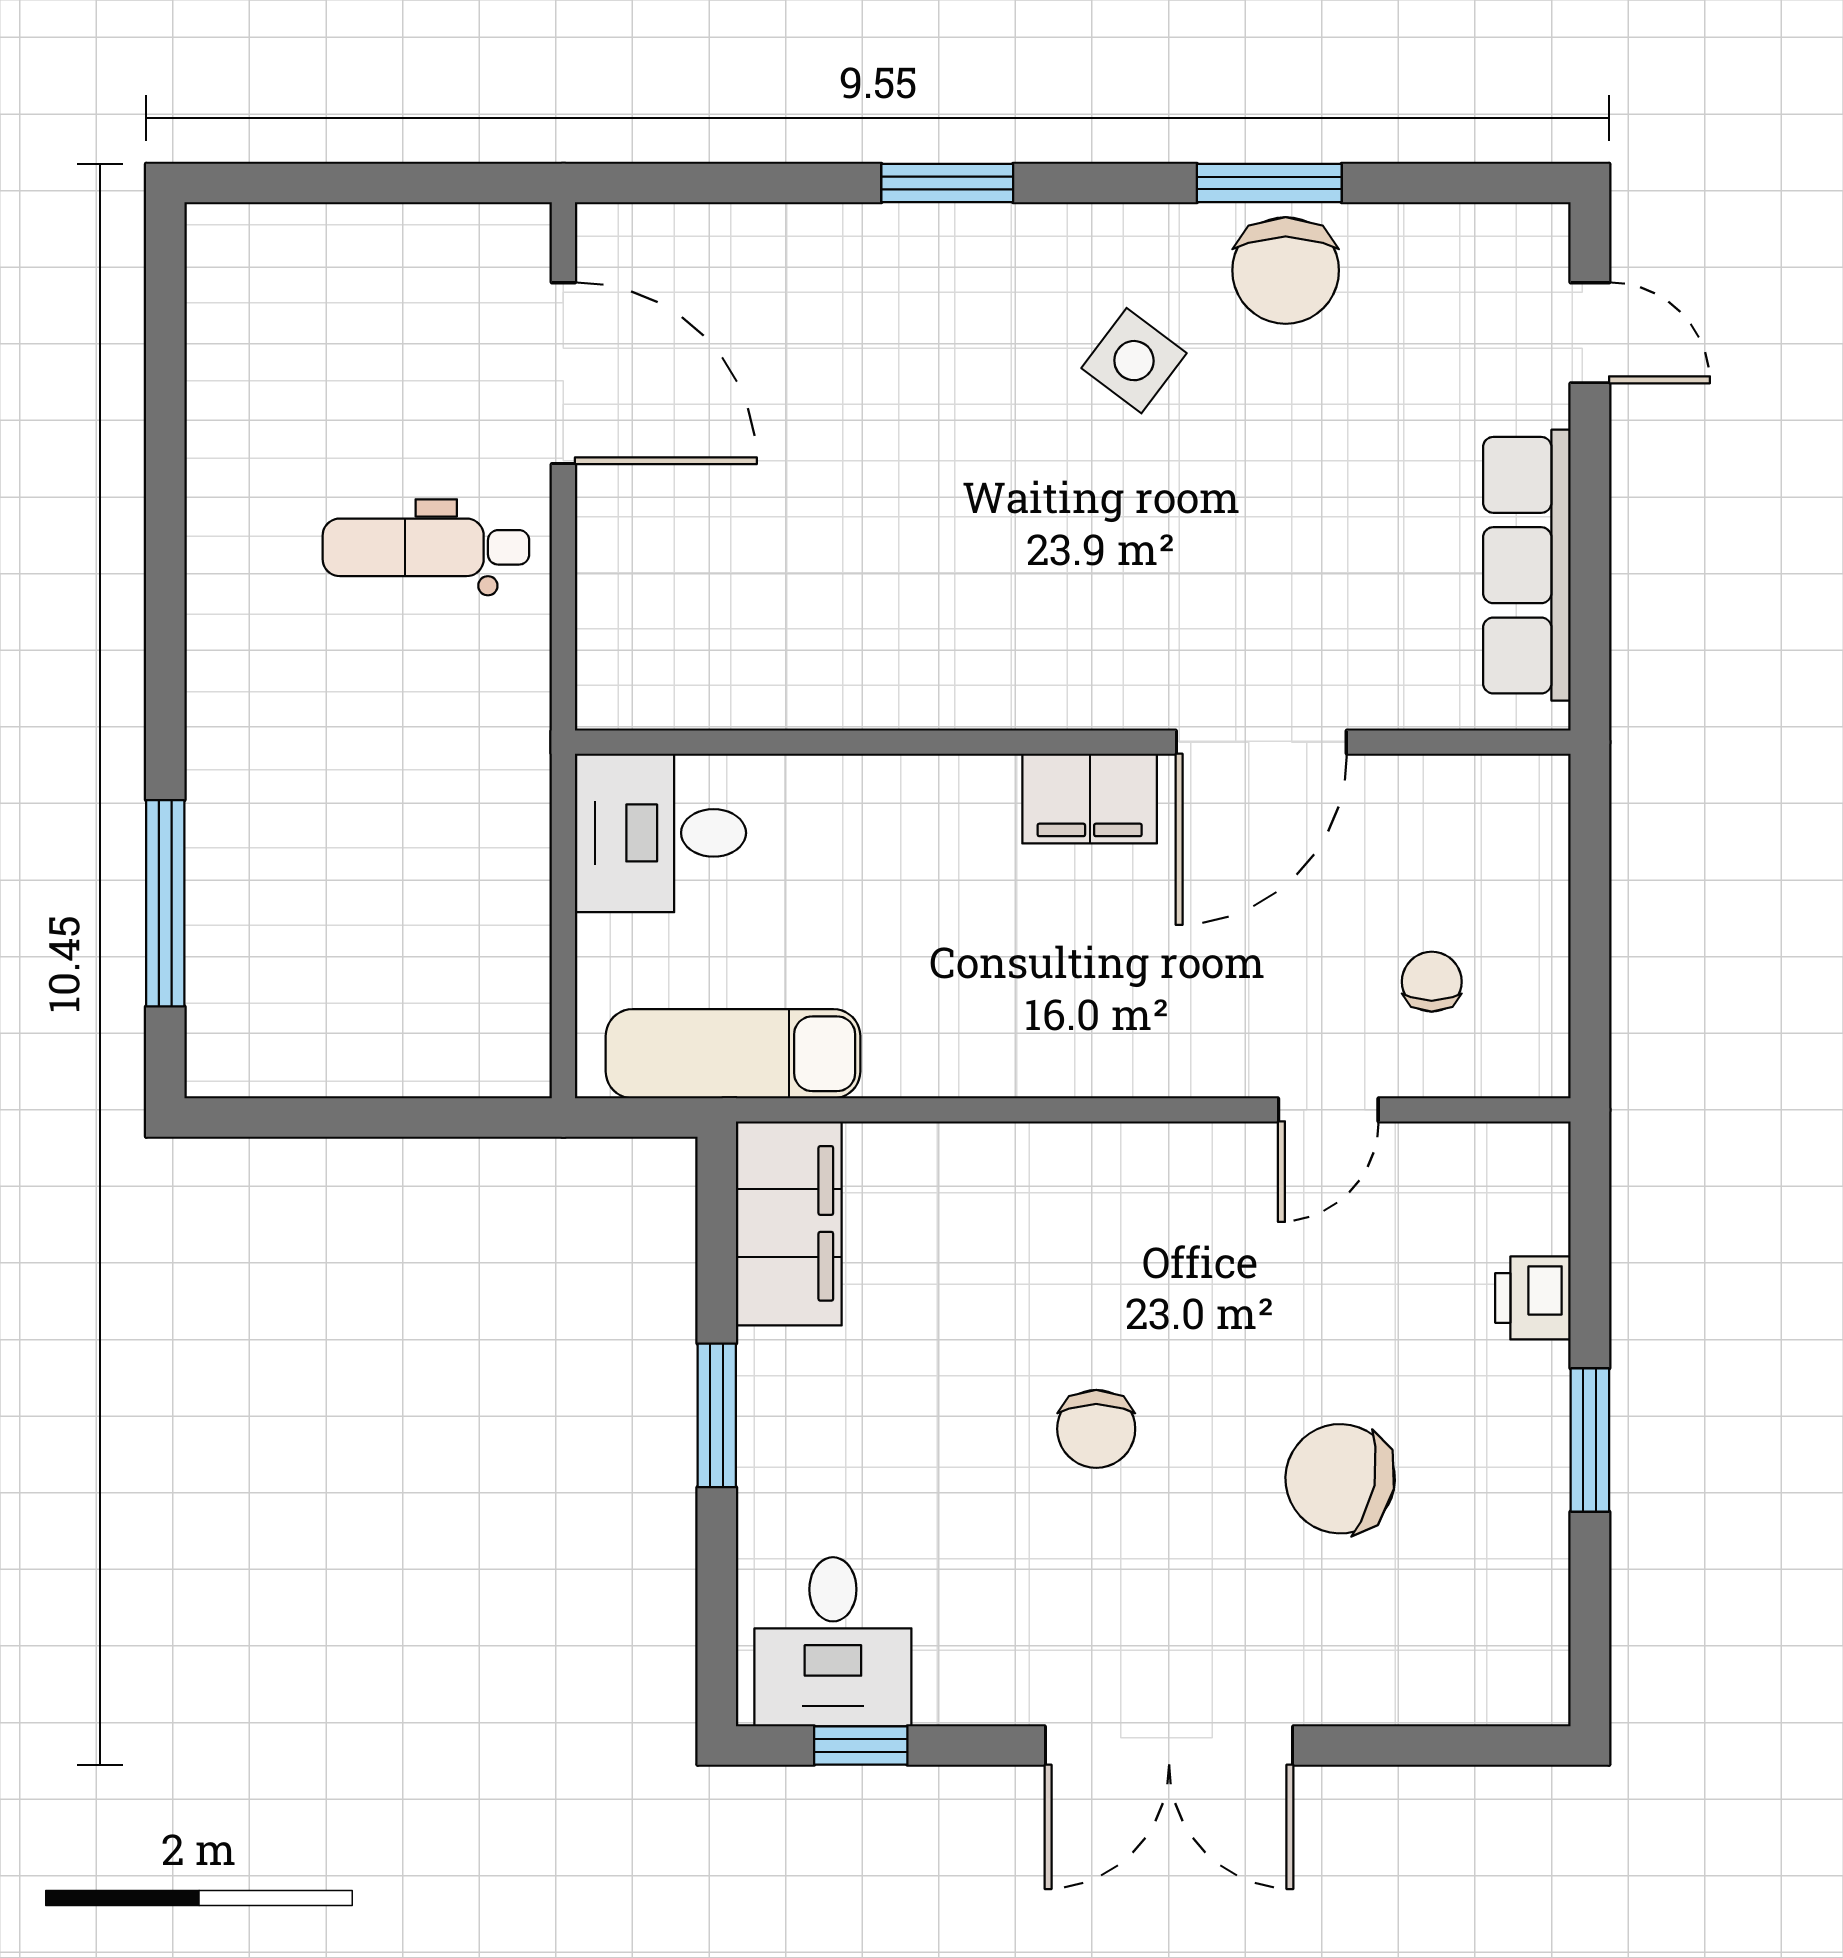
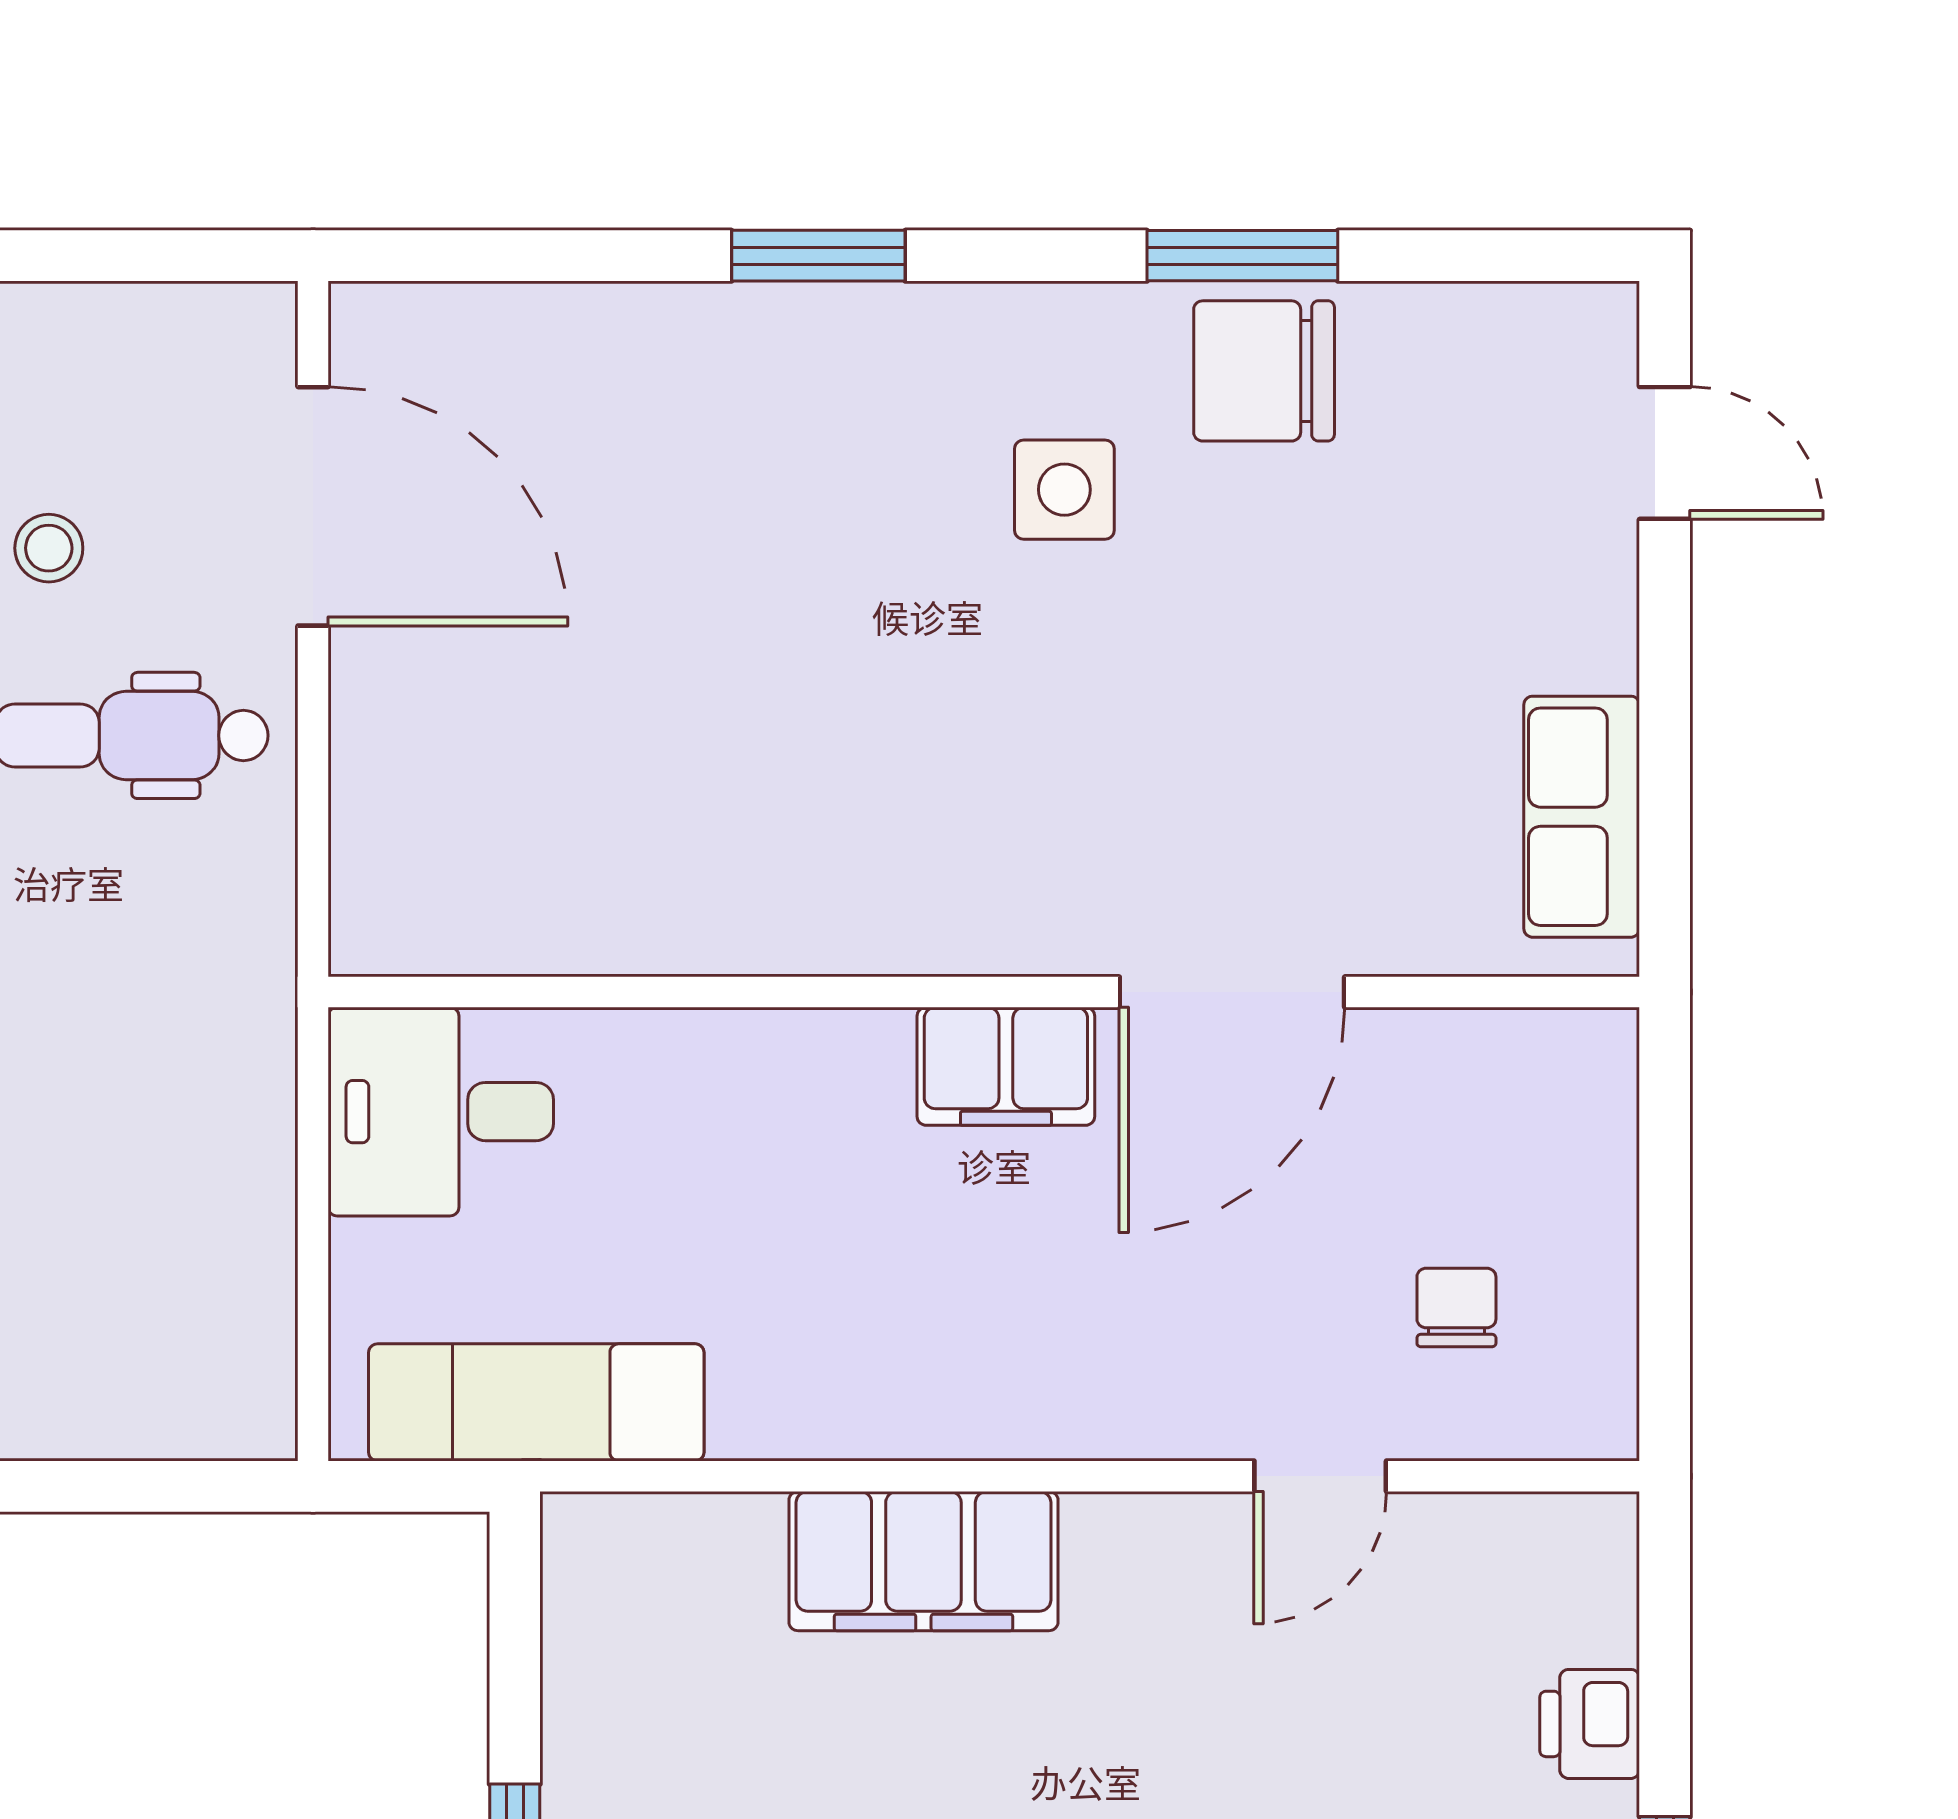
chair: (1286, 270) -> (1264, 371), turned 90
side table: (1134, 361) -> (1064, 490), turned -37
stool: (363, 405) -> (49, 548), added
row of seats: (1527, 565) -> (1582, 817), width x0.68
filing cabinet: (789, 1223) -> (923, 1561), moved, turned 90

